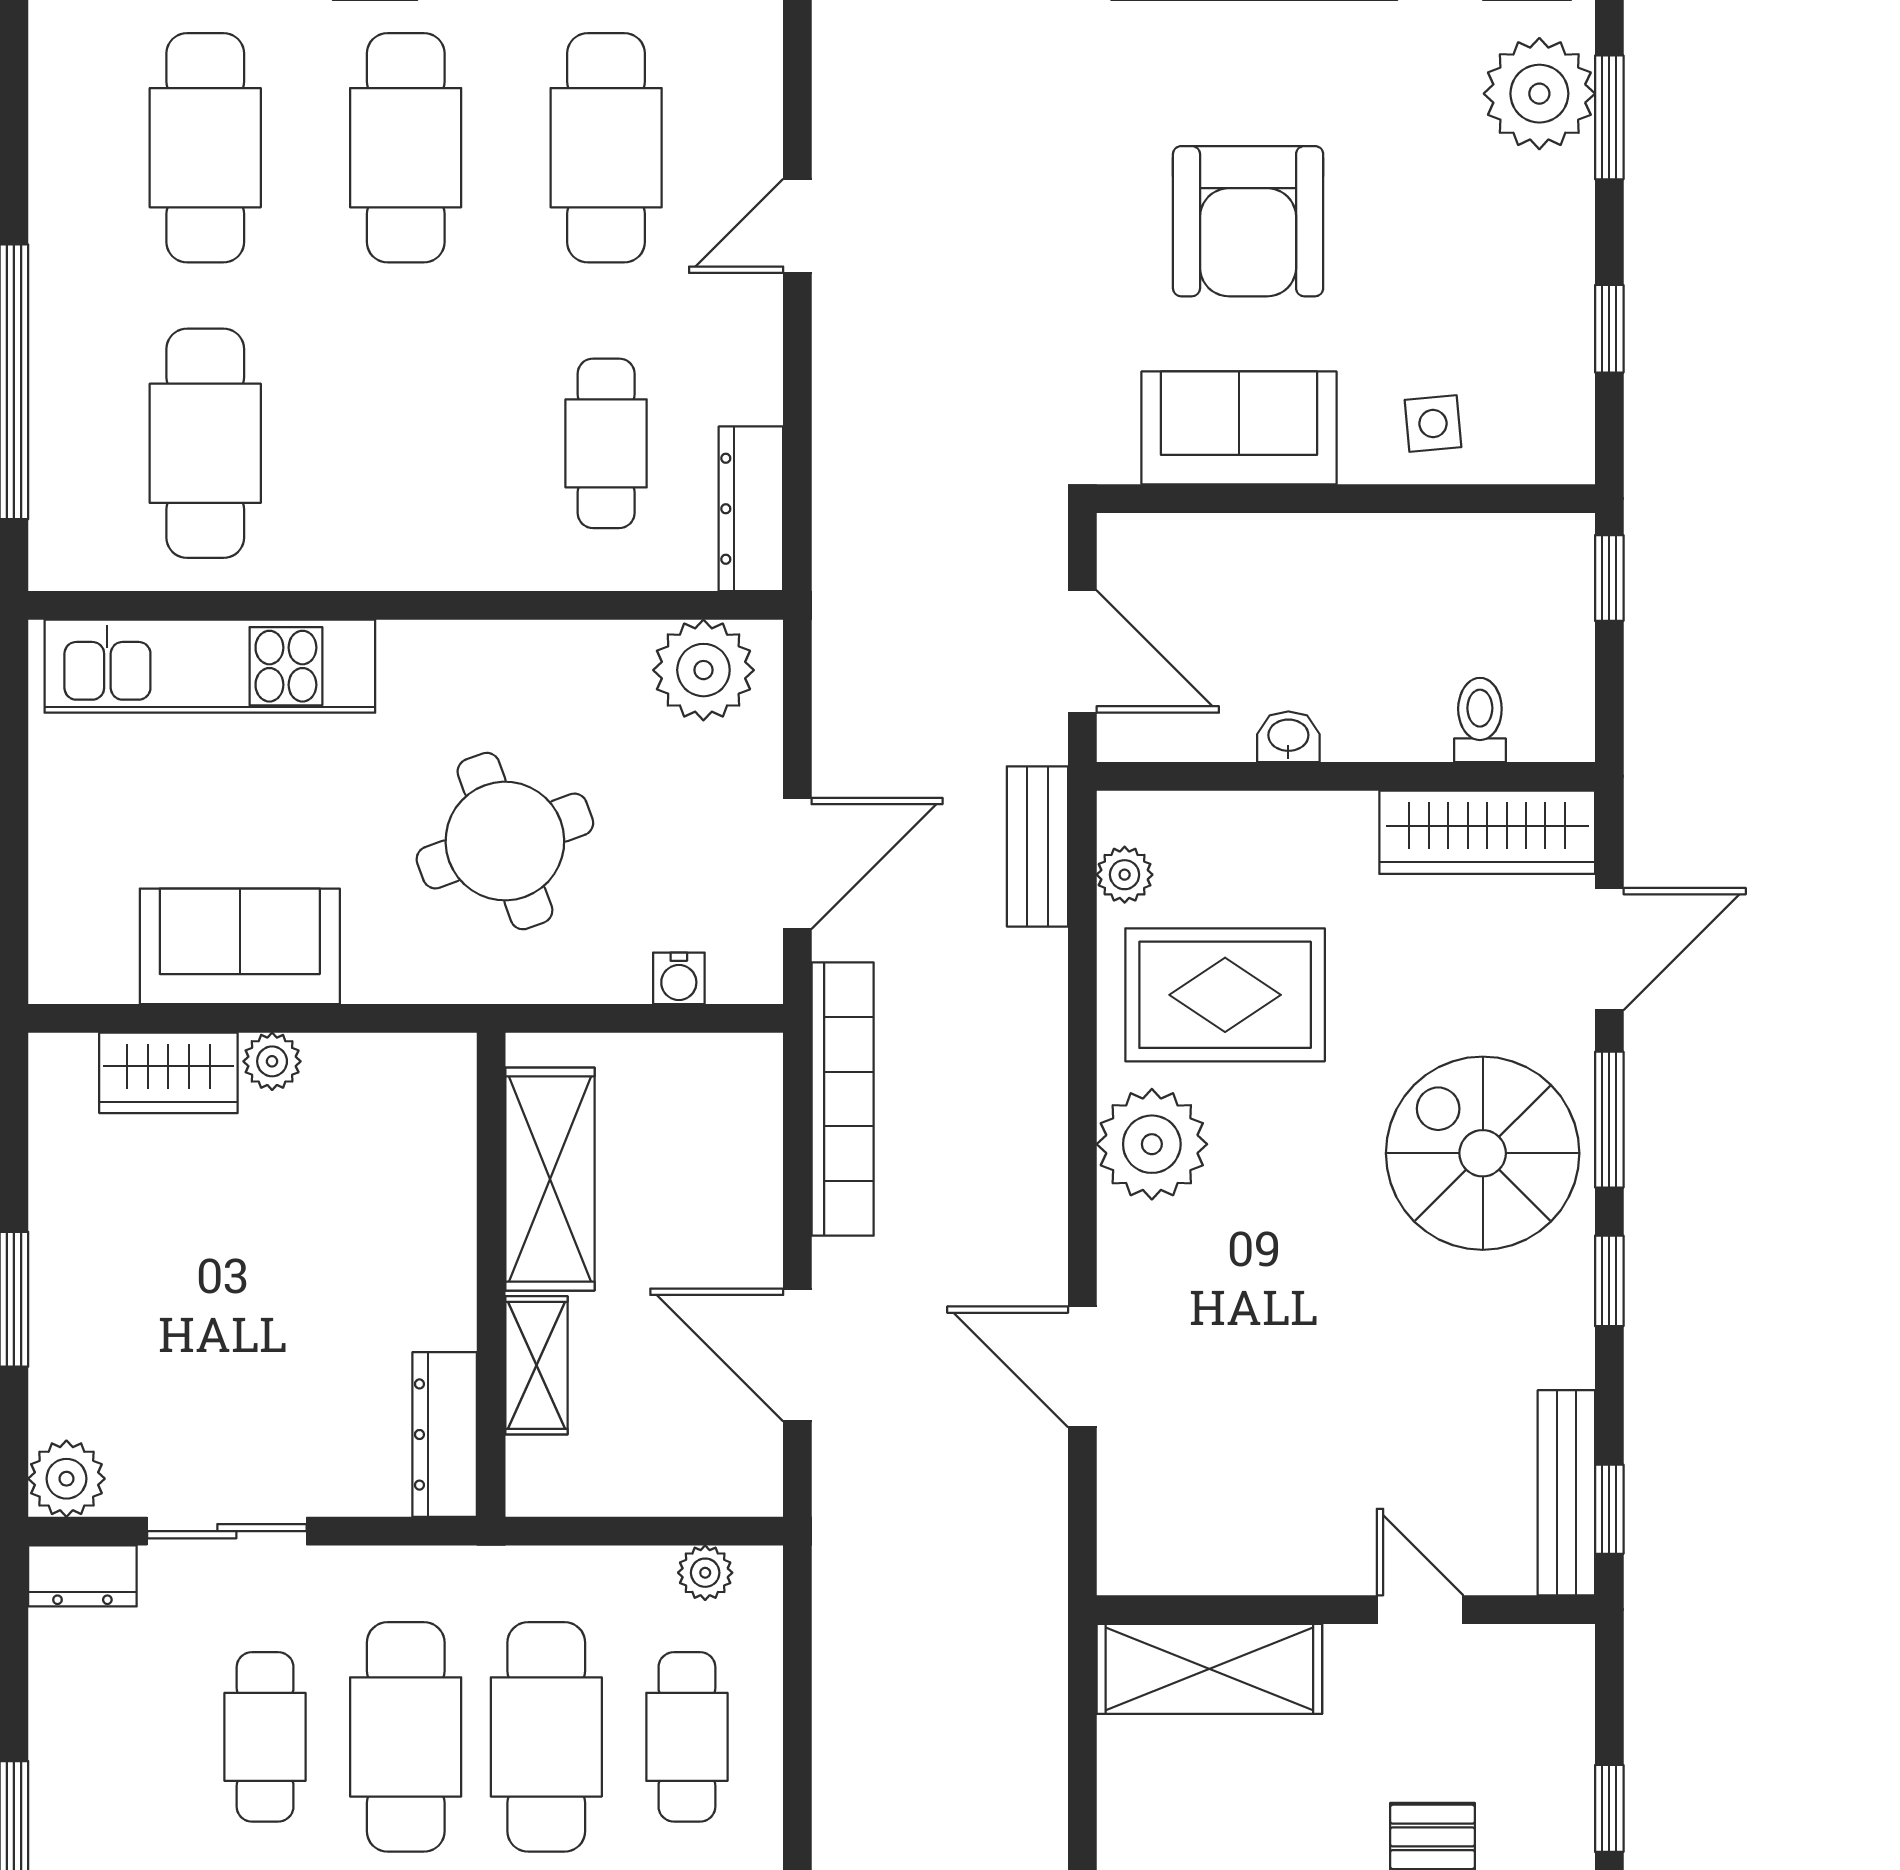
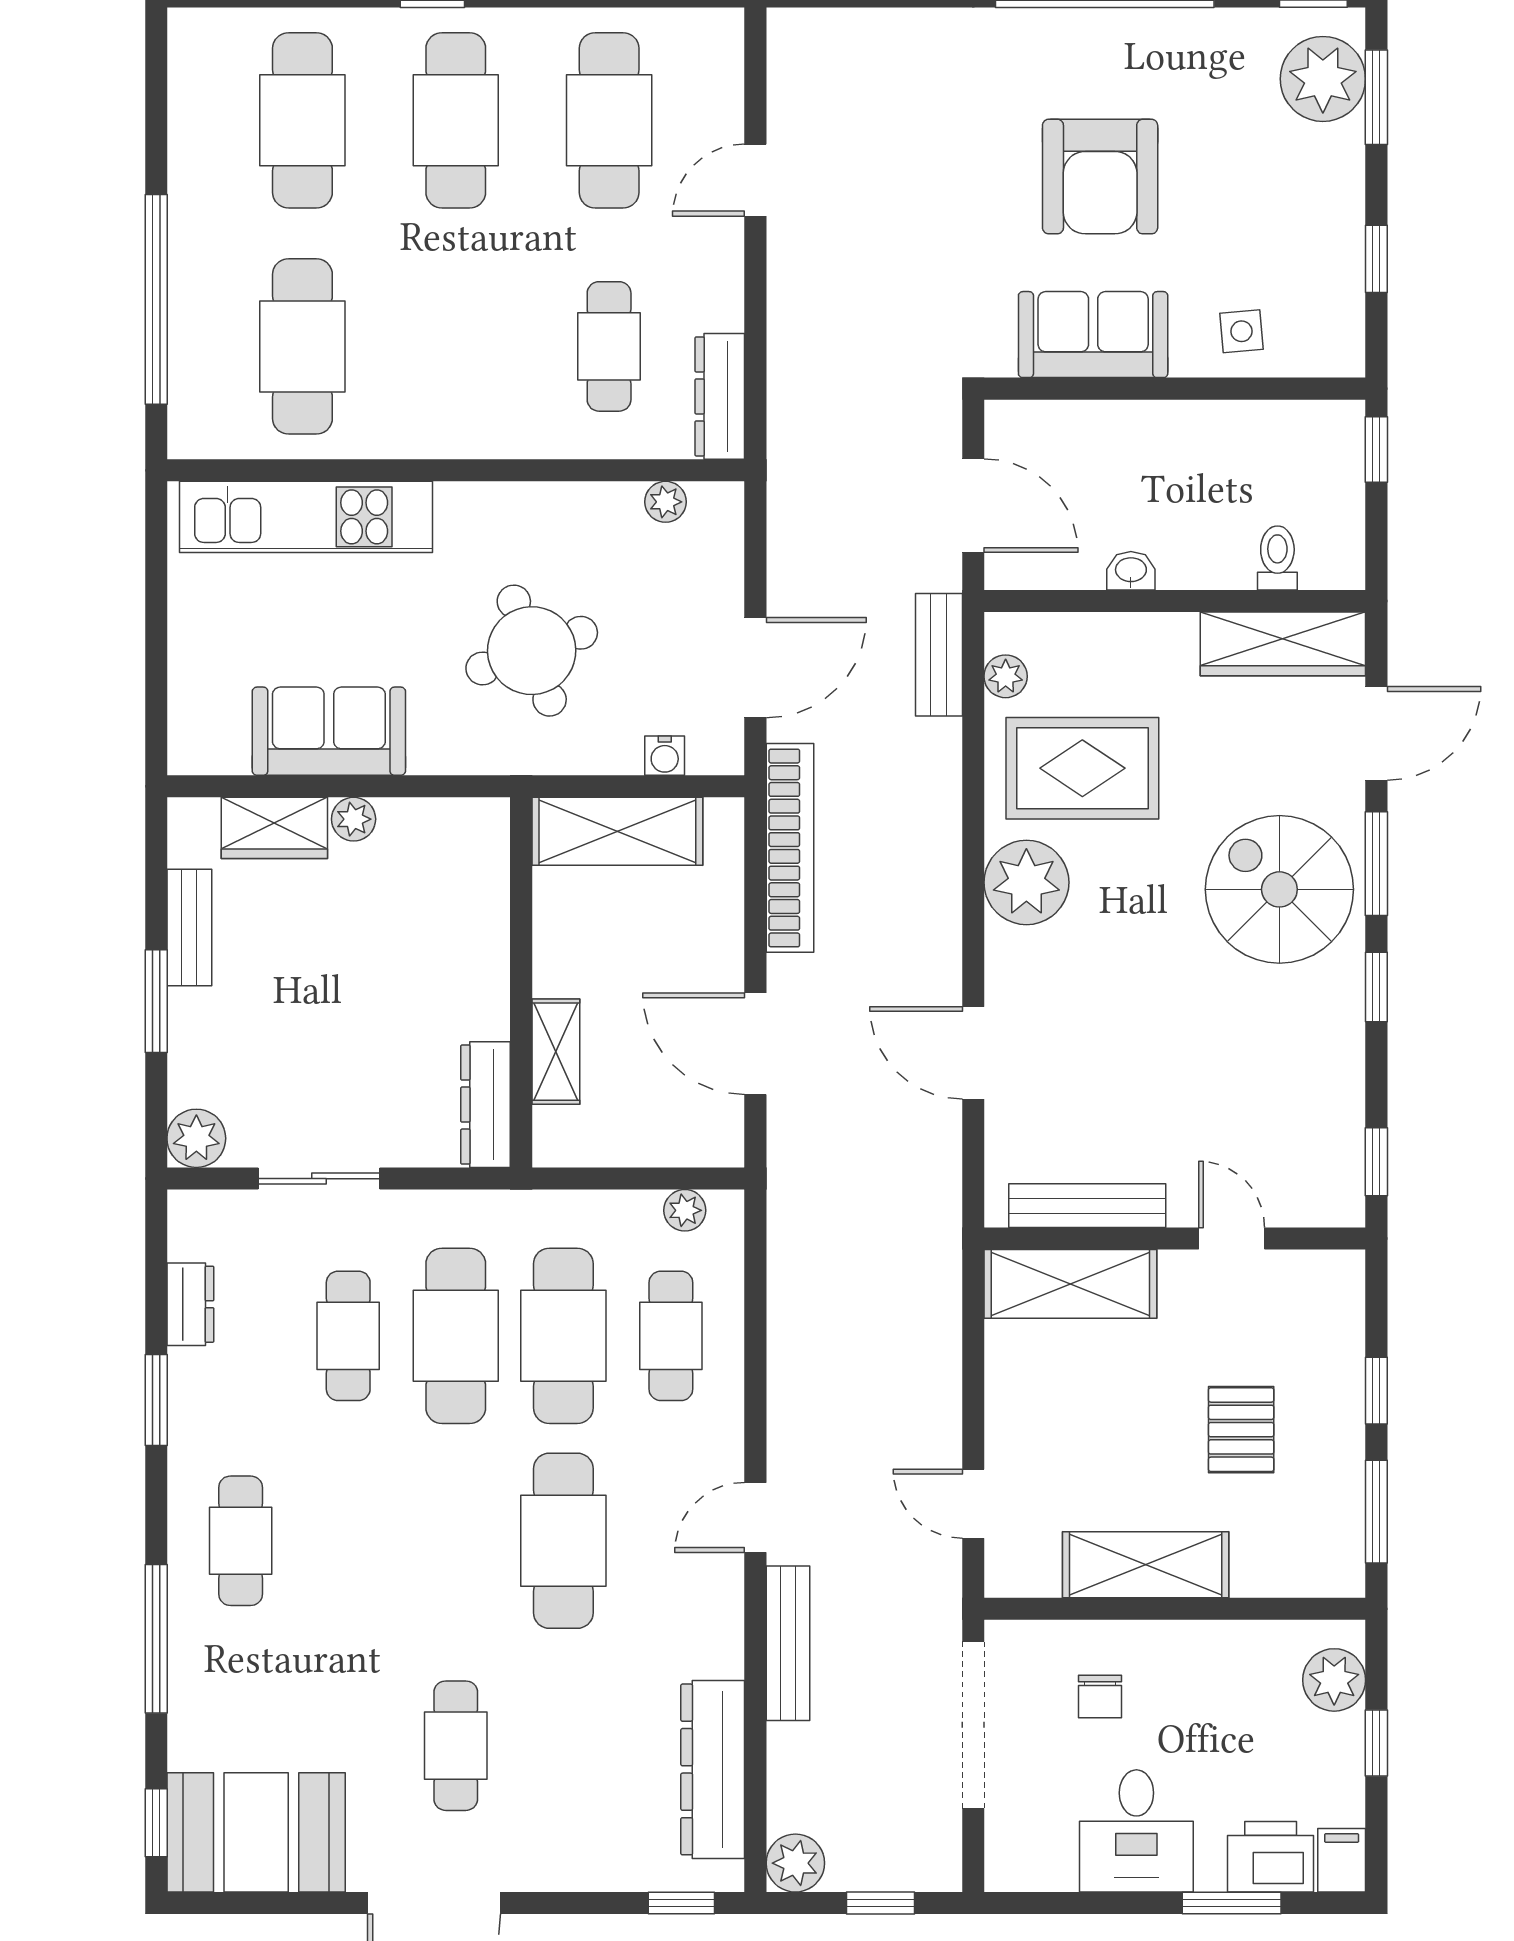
plant: (703, 670) -> (666, 502), width x0.53, depth x0.53
shelving: (550, 1179) -> (617, 831), moved, turned 90
bench: (57, 1203) -> (189, 927), added
bench: (1566, 1493) -> (1087, 1206), moved, turned 90
dresser: (82, 1576) -> (190, 1304), moved, turned -90

